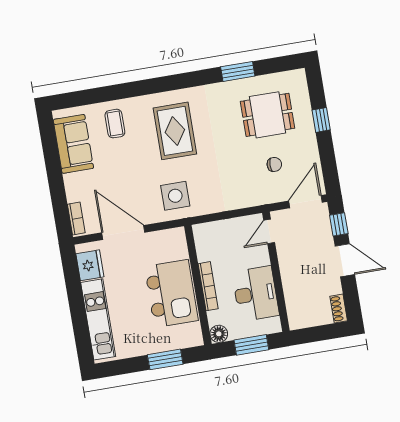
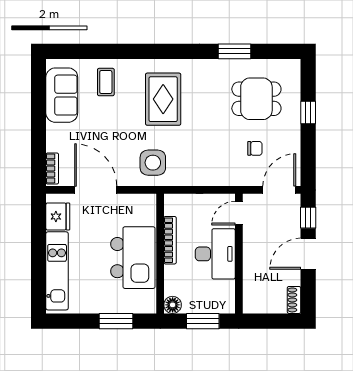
door: (345, 260) -> (308, 254), swing flipped
bookcase: (208, 286) -> (170, 240), moved
desk: (256, 294) -> (215, 254), moved

